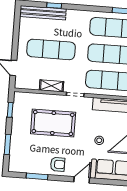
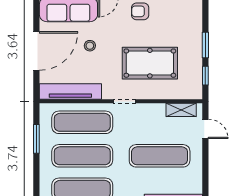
shelving: (52, 86) -> (181, 110), moved
window: (7, 144) -> (205, 45), moved

